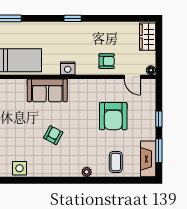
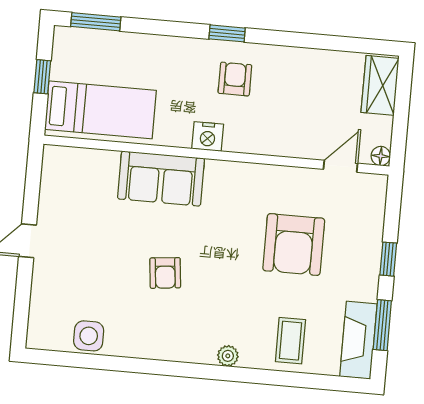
armchair: (107, 61) -> (235, 79), moved, turned -90
door: (132, 77) -> (341, 166), swing flipped
armchair: (53, 135) -> (165, 273), turned 146

